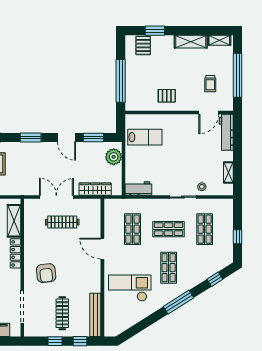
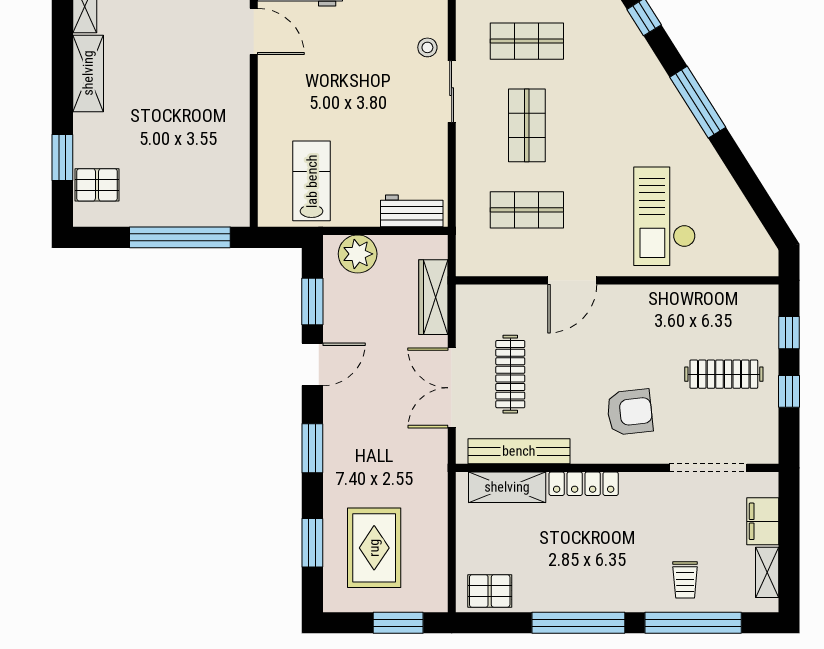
trolley: (210, 84) -> (186, 28), removed
pallet: (167, 96) -> (215, 130), removed
workbench: (138, 188) -> (412, 211), moved, turned 90
shop shelf: (169, 268) -> (617, 125), removed
bench: (95, 315) -> (519, 451), moved

